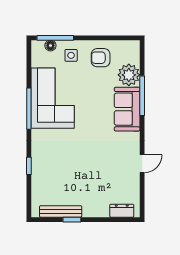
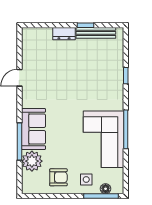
dresser: (122, 211) -> (64, 34), moved

